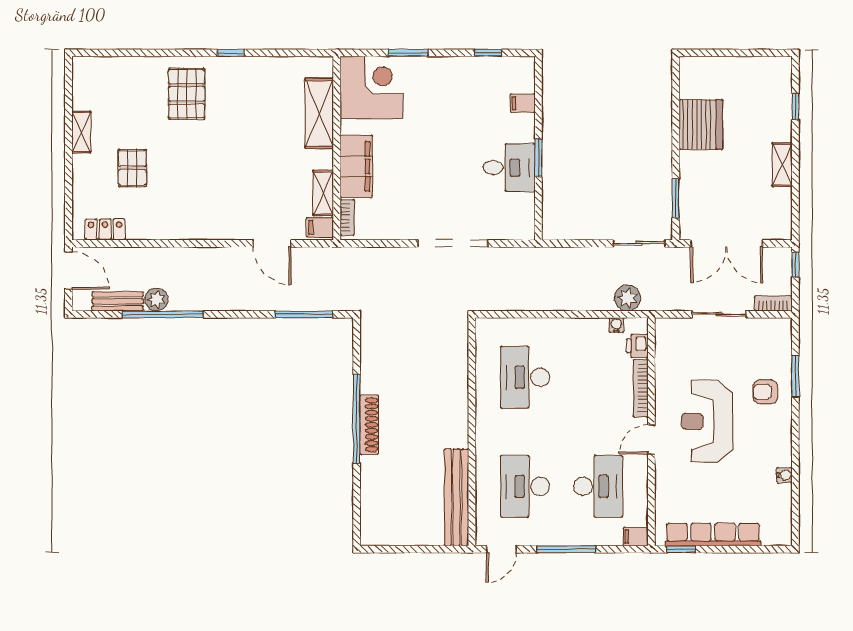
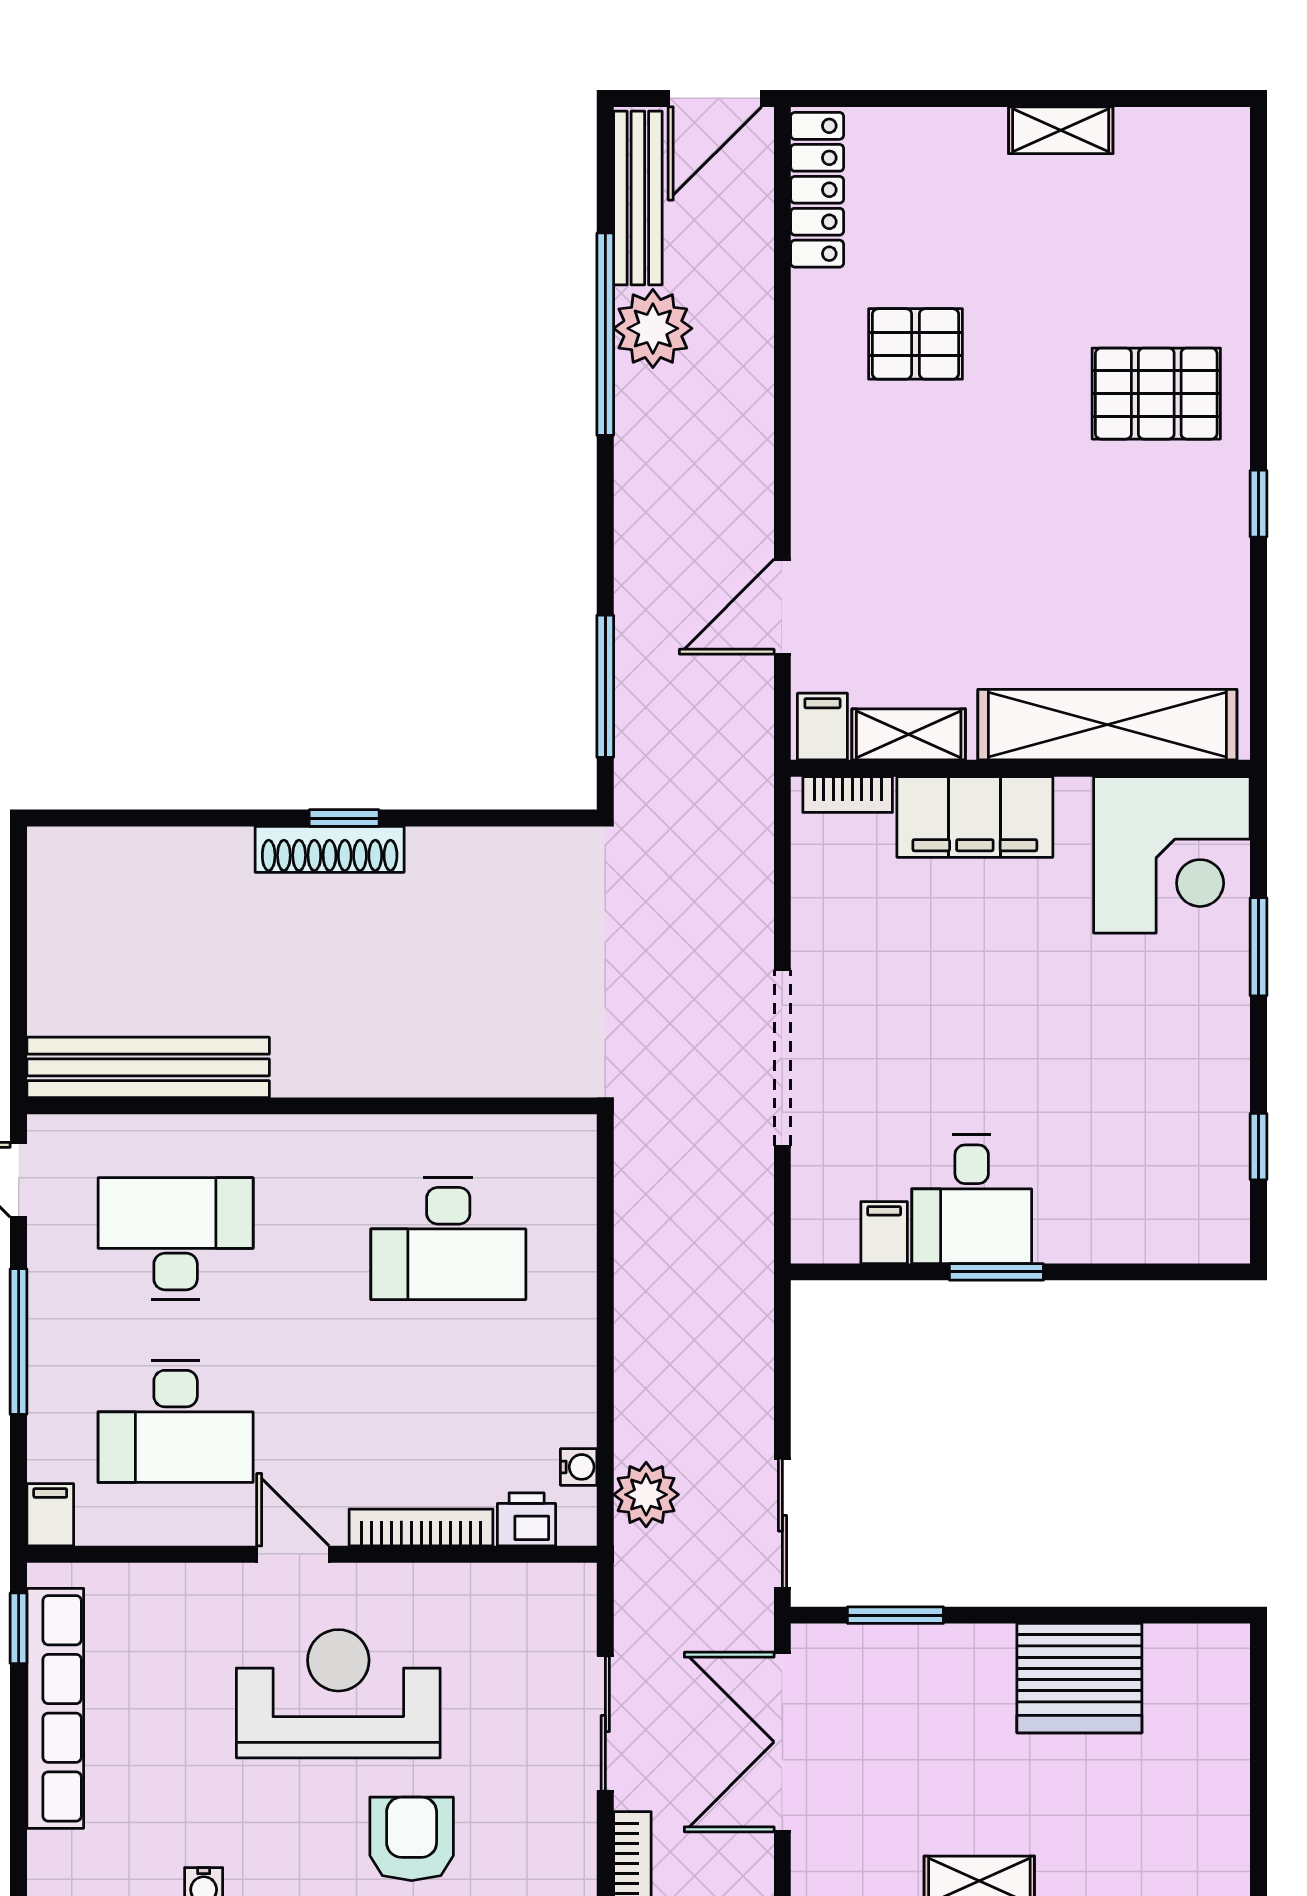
filing cabinet: (523, 103) -> (884, 1233), moved
shelving: (319, 113) -> (1107, 725), width x1.47
pallet: (132, 168) -> (915, 344), moved
locker: (105, 230) -> (817, 190), width x1.53
plant: (156, 300) -> (653, 328), width x1.36, depth x1.36
bench: (118, 301) -> (638, 198), width x1.36
desk: (525, 377) -> (448, 1239), turned 180
armchair: (765, 392) -> (412, 1839), width x1.38, depth x1.38
window: (357, 419) -> (344, 818), width x0.32

